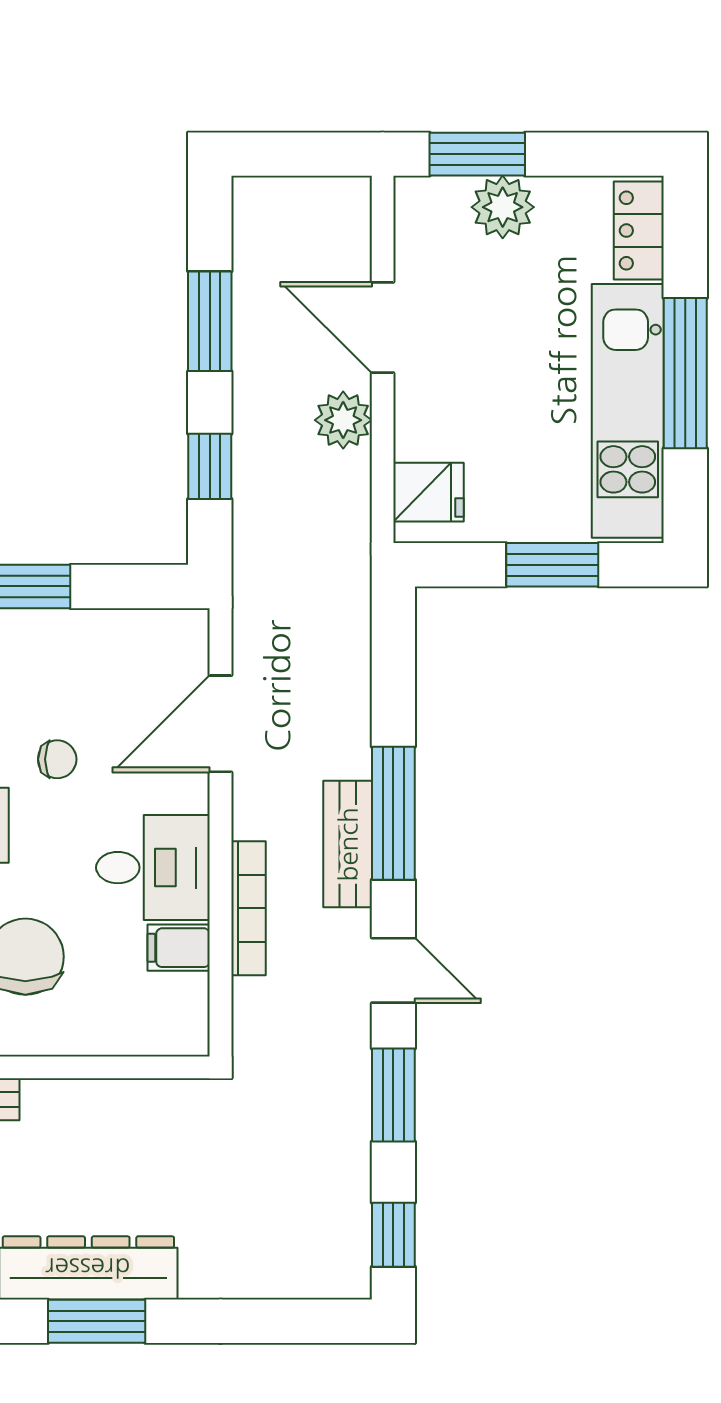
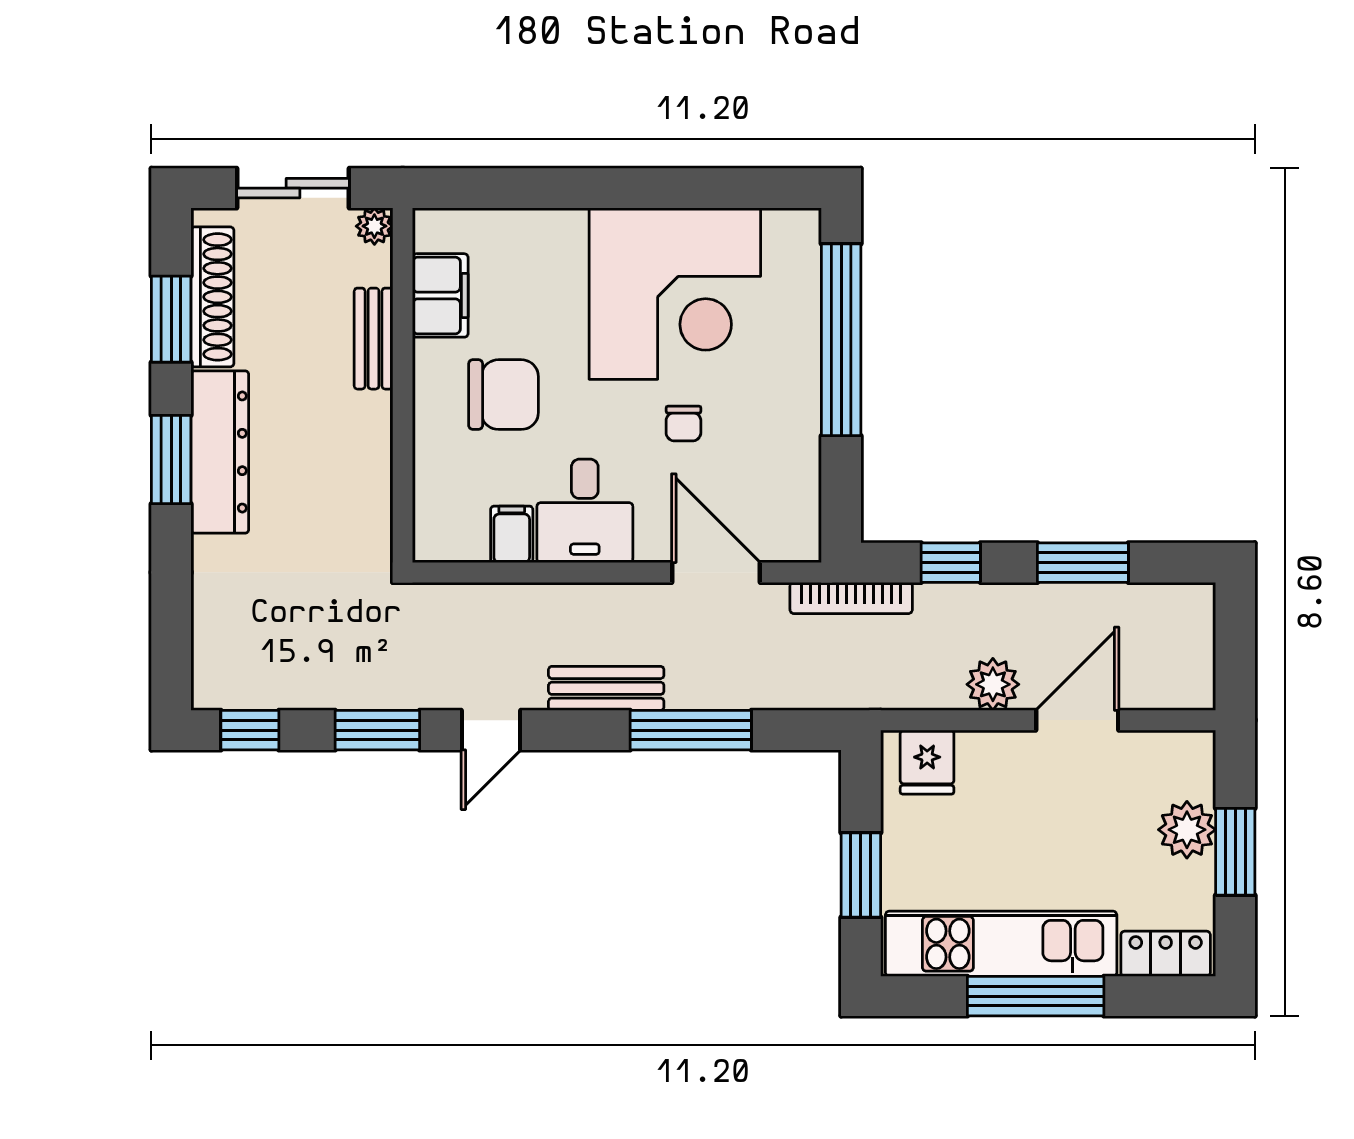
window: (477, 154) -> (1235, 852), moved
window: (393, 813) -> (691, 730), moved
bookcase: (248, 908) -> (851, 598), moved

